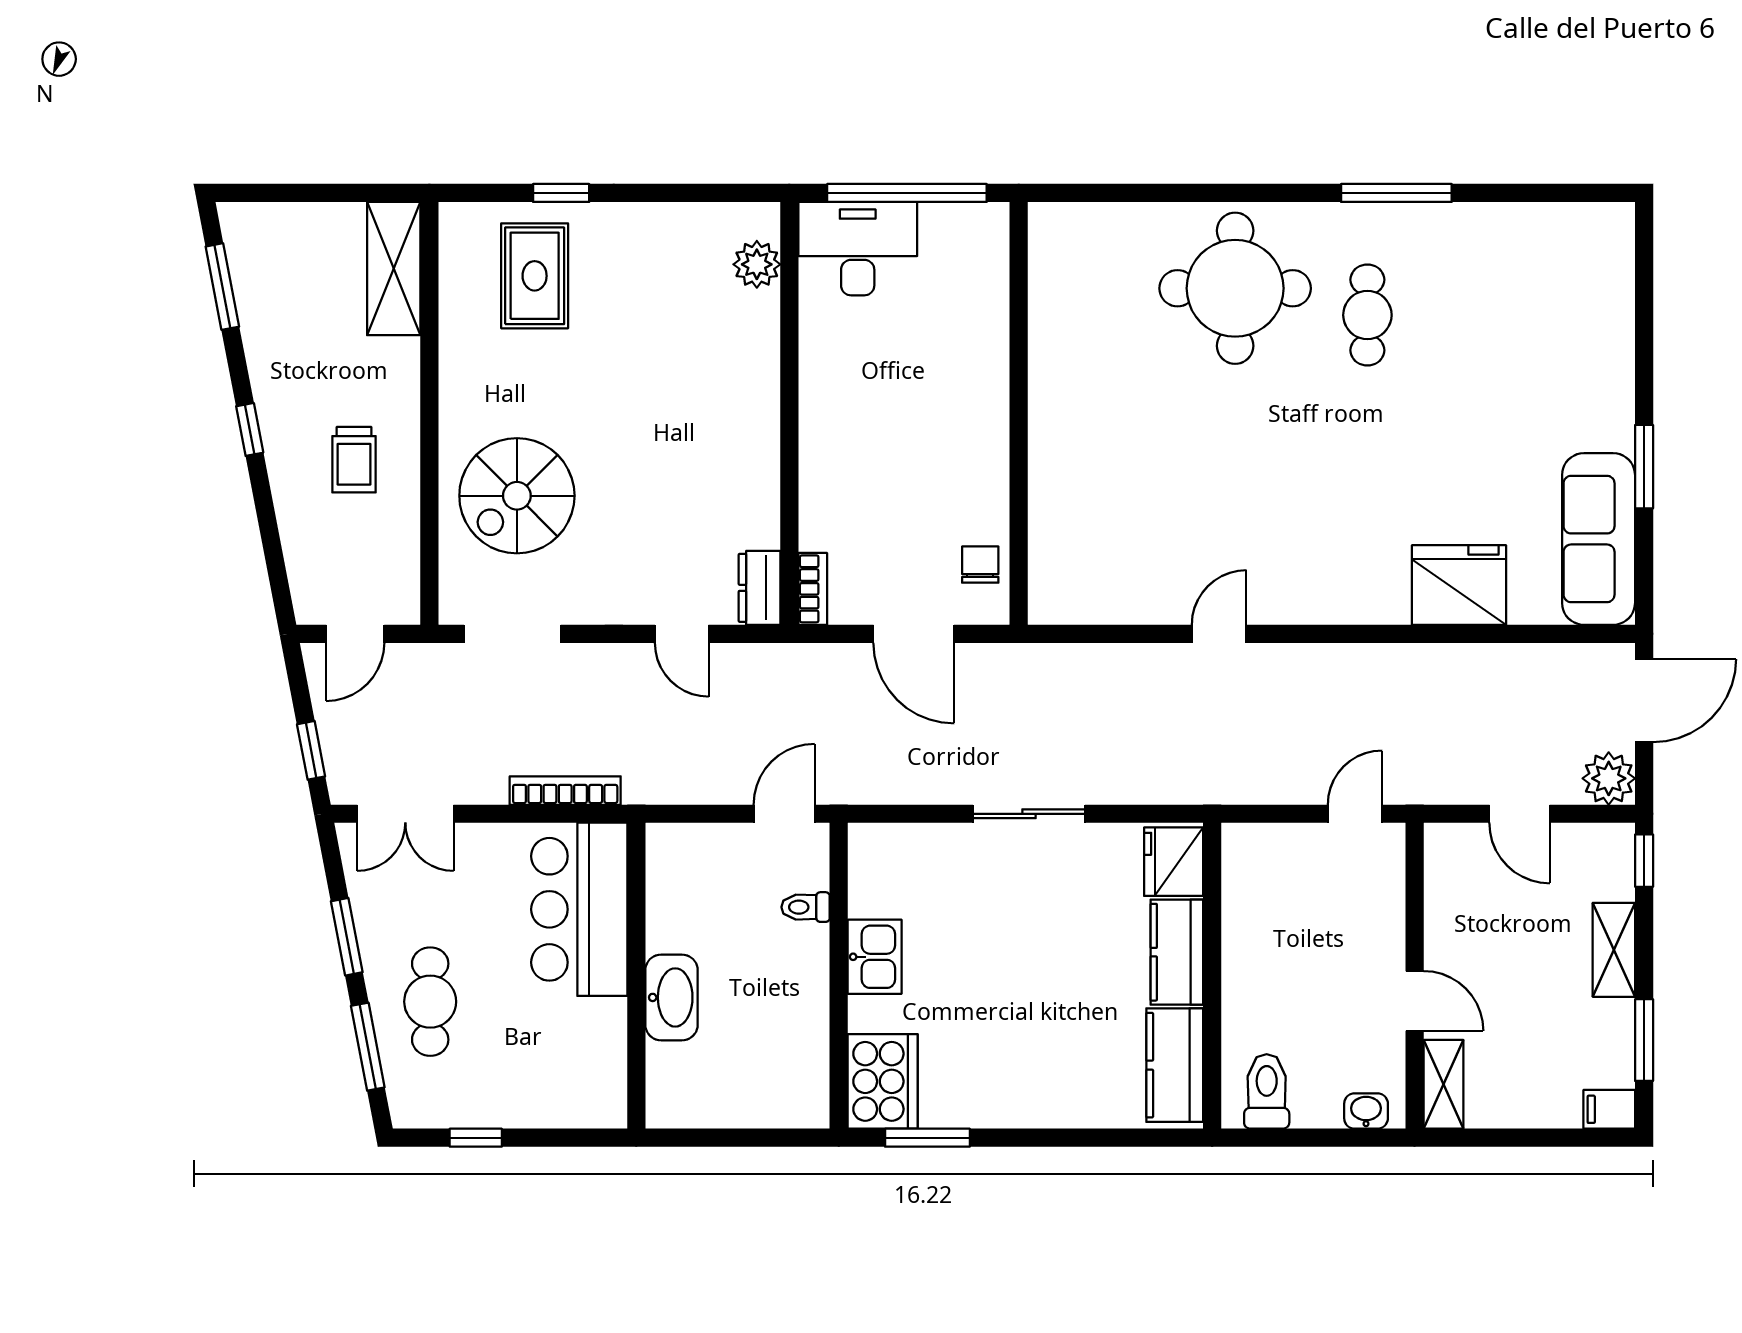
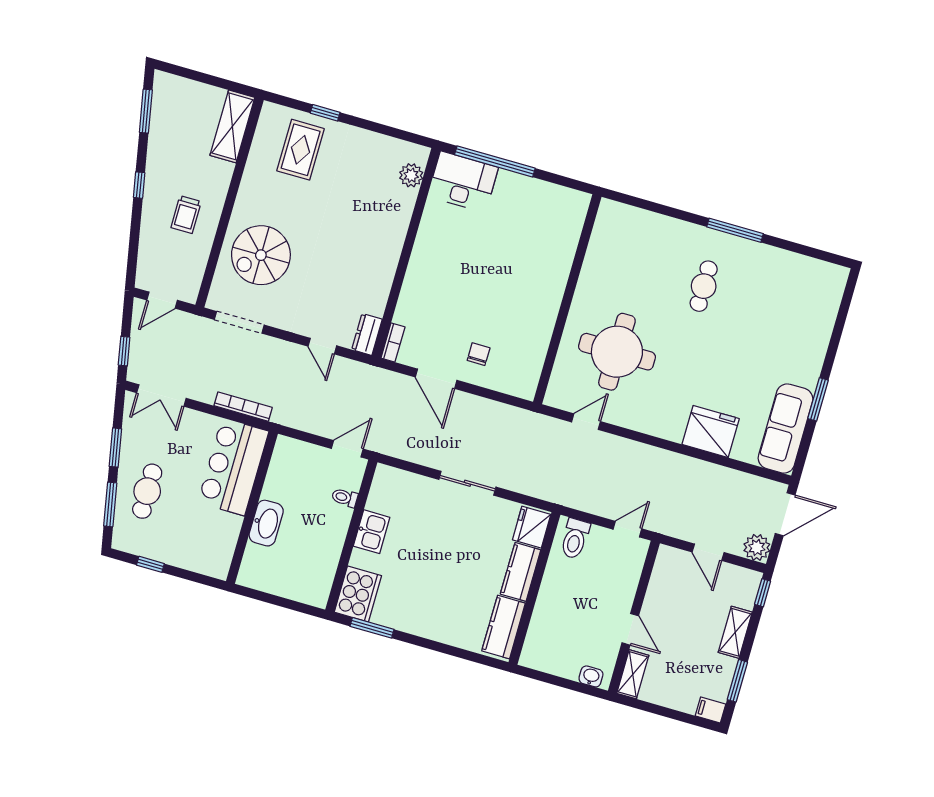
round table: (1235, 288) -> (617, 352), moved
wall: (1019, 413) -> (567, 299), moved
toilet: (1267, 1091) -> (575, 539), moved, turned 180

